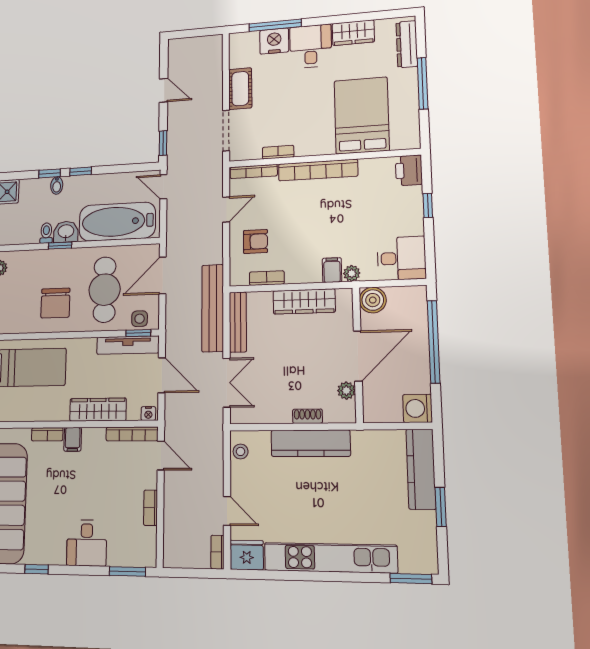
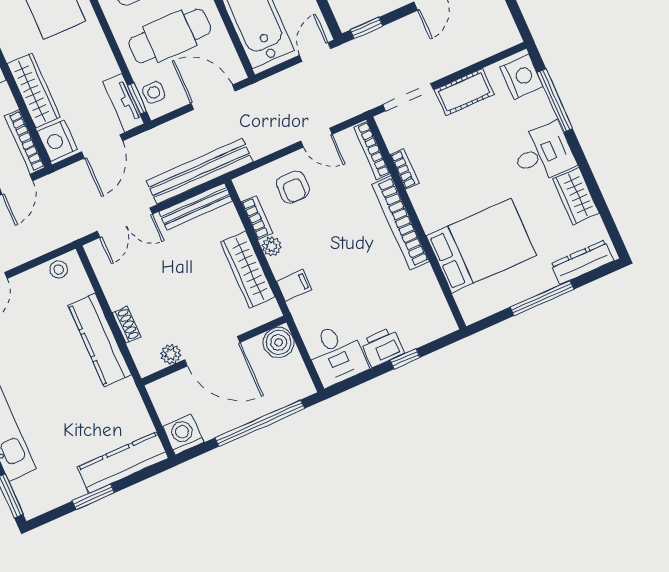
nightstand: (274, 41) -> (521, 77), moved
printer: (409, 170) -> (382, 347), moved
plant: (352, 273) -> (272, 246), moved
tv unit: (128, 345) -> (124, 103), width x0.71
nightstand: (148, 414) -> (57, 141), width x1.89, depth x1.79

